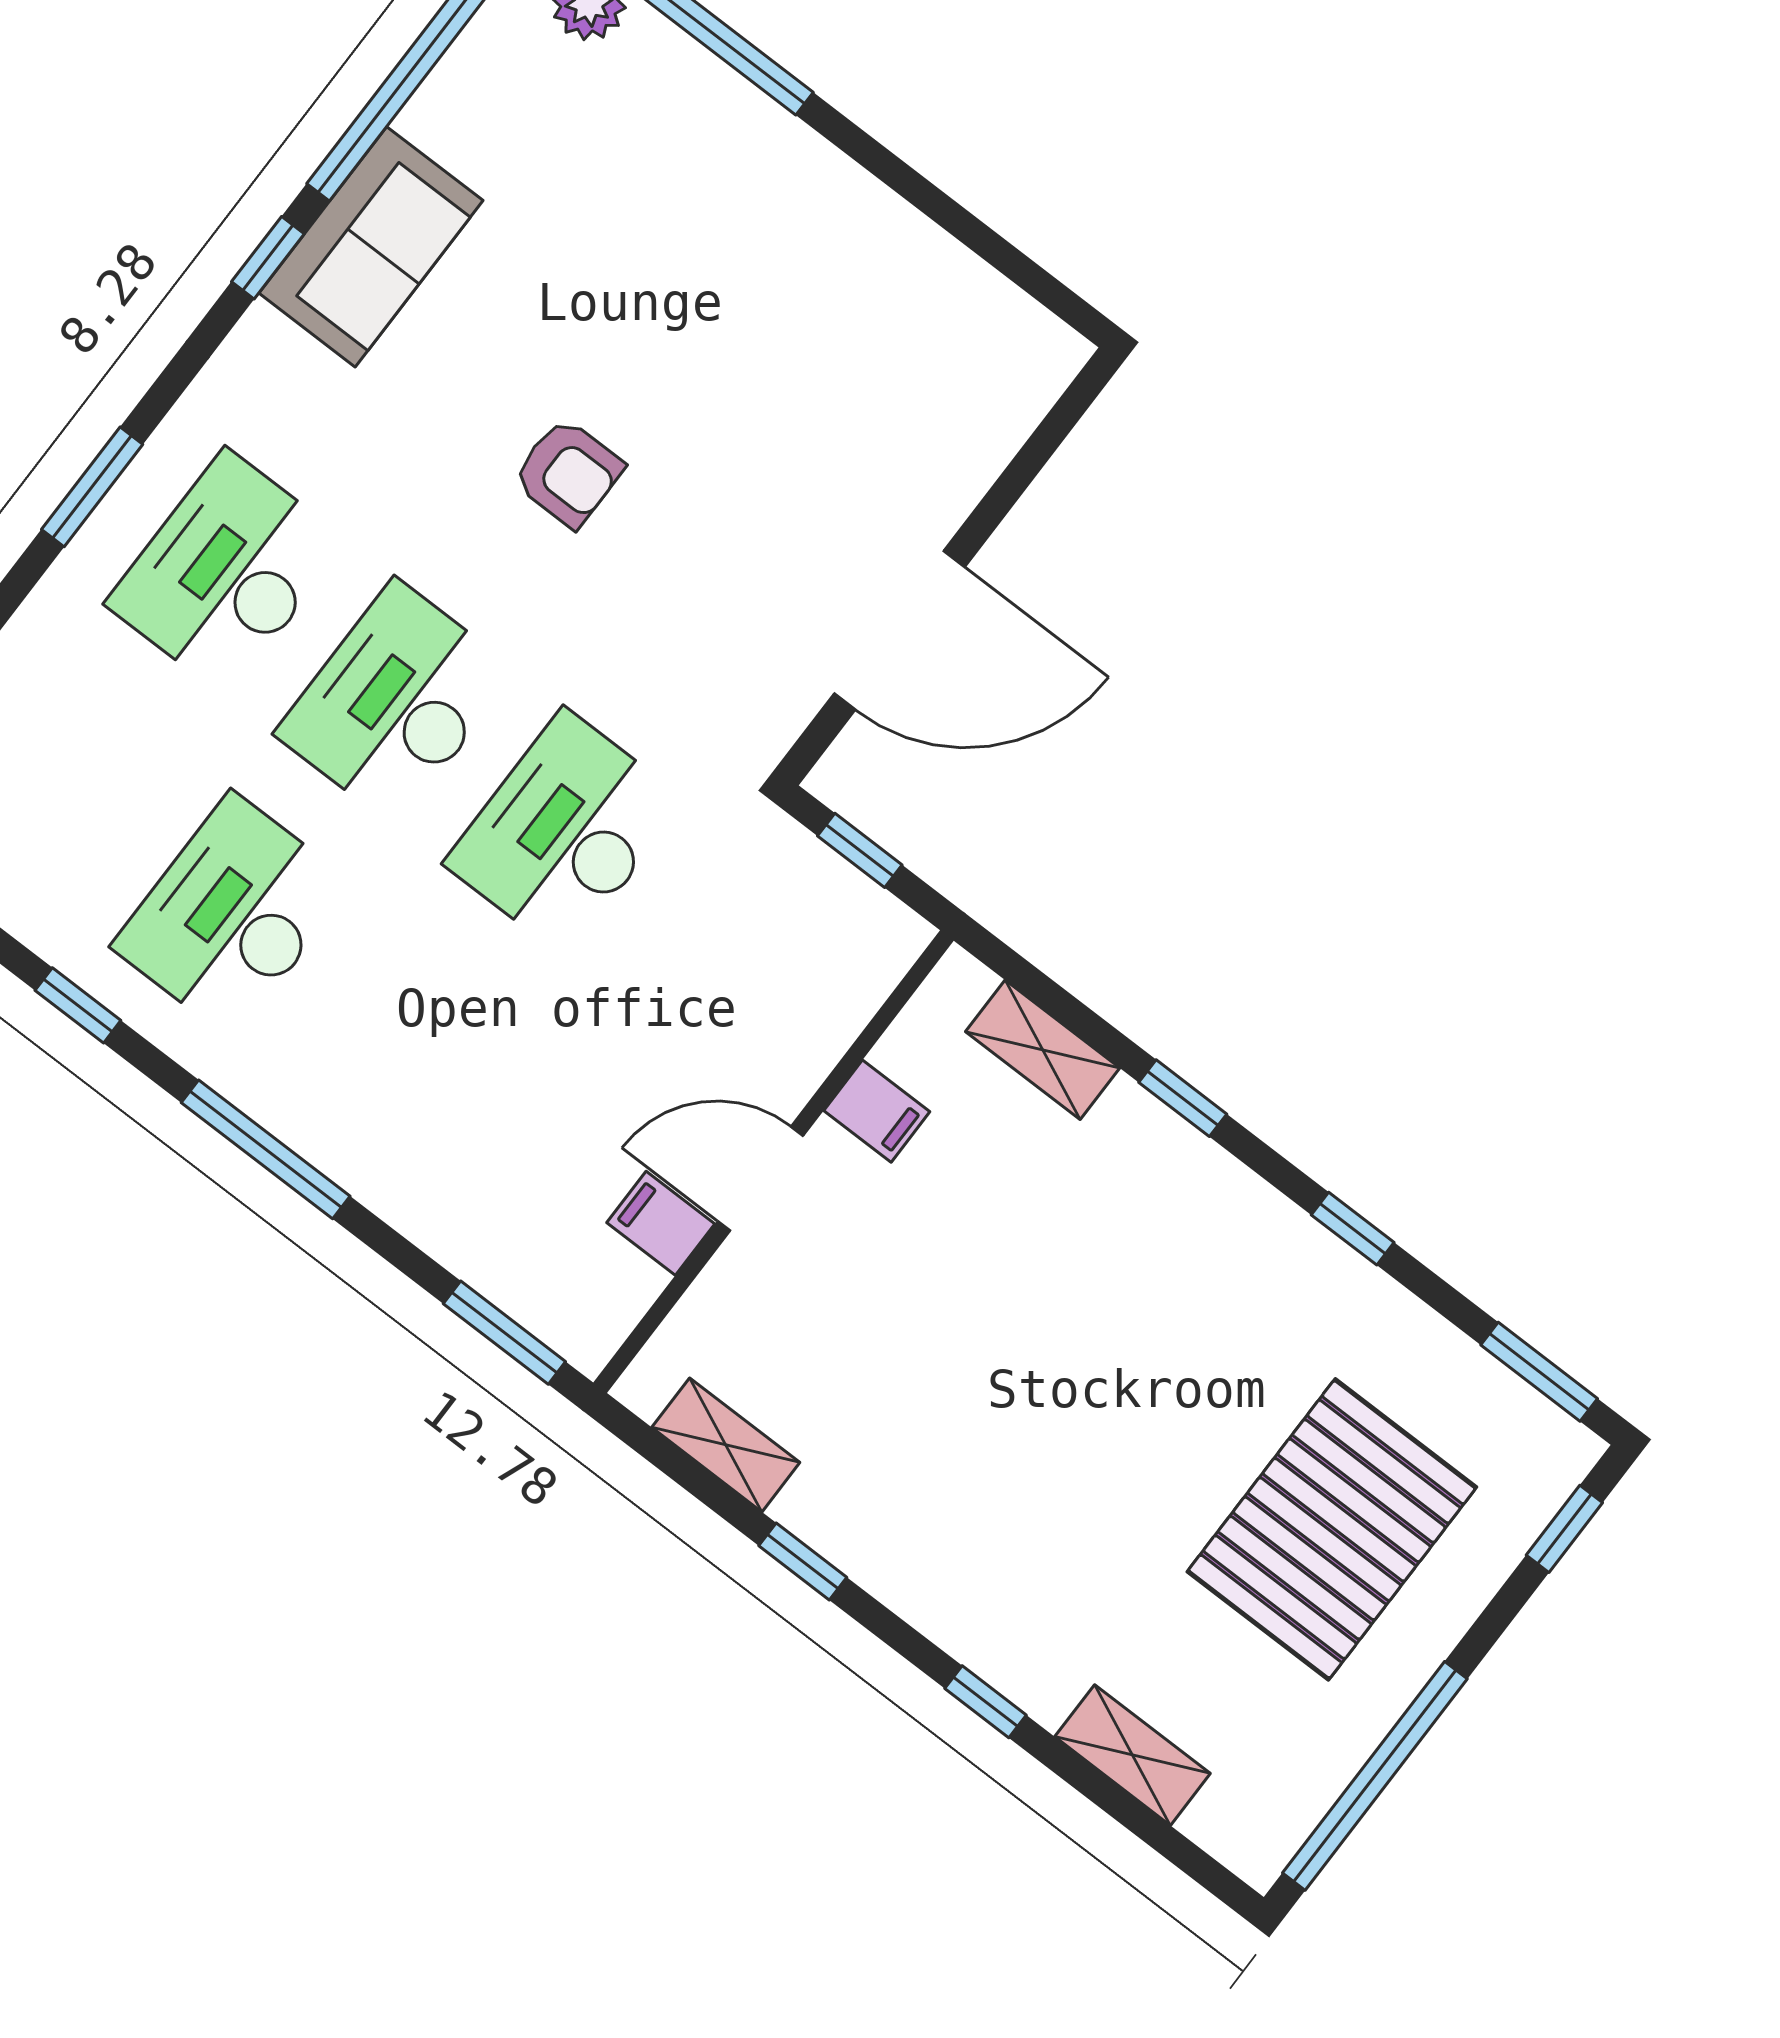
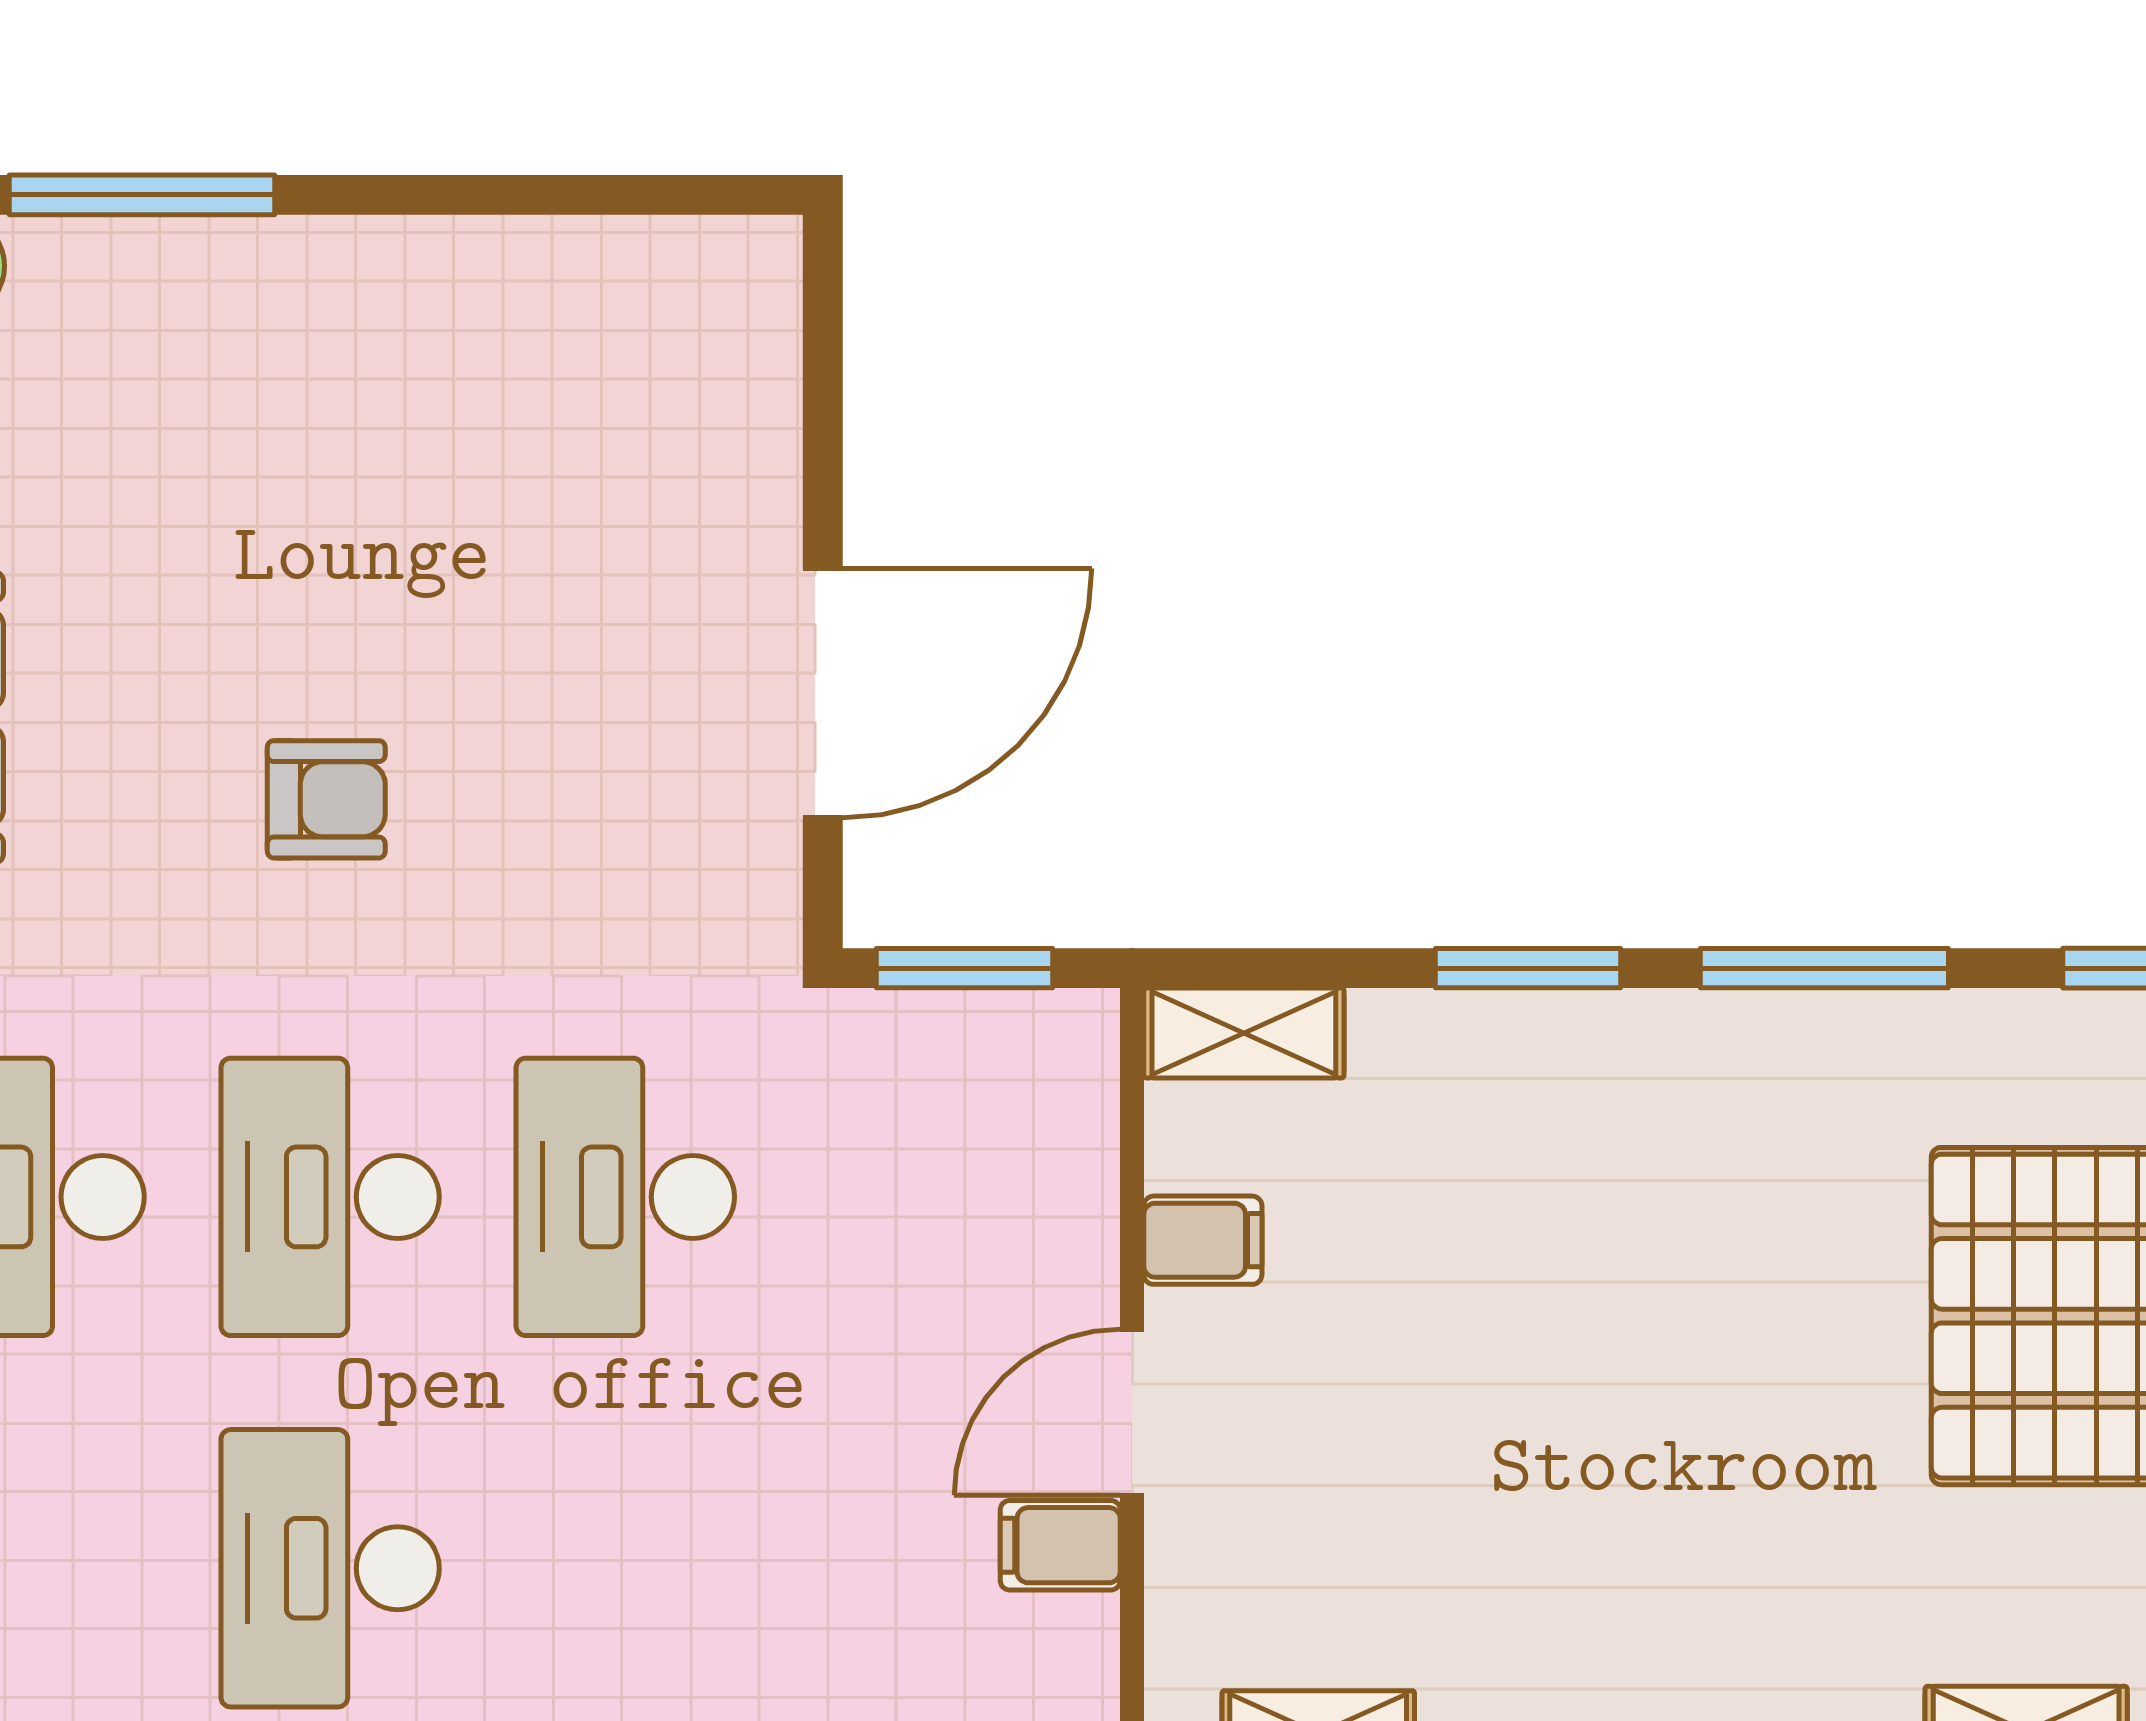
window: (860, 850) -> (965, 968), width x1.50
shelving: (1043, 1050) -> (1244, 1033), moved
window: (1183, 1098) -> (1528, 968), width x1.50
window: (1353, 1229) -> (1824, 968), width x2.17

